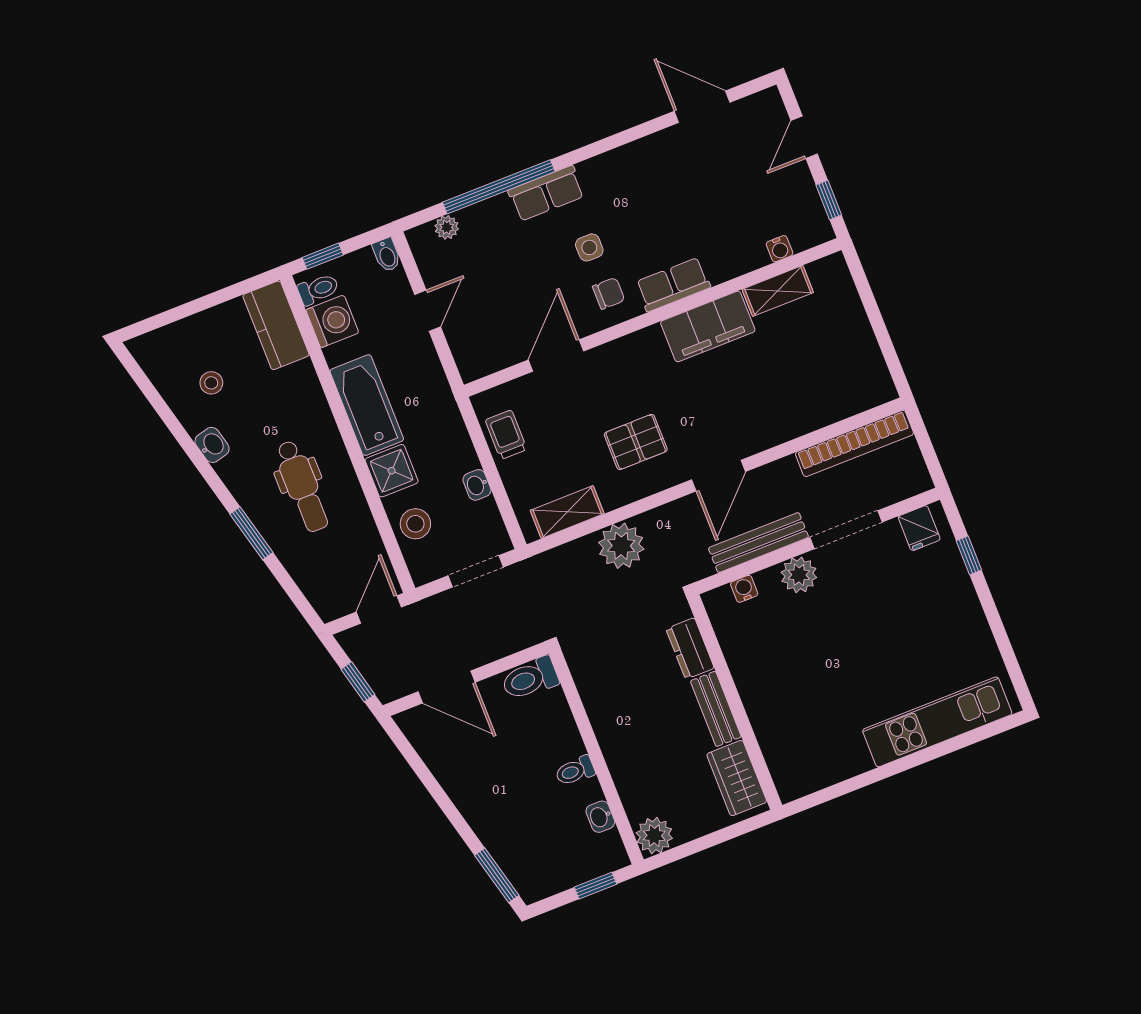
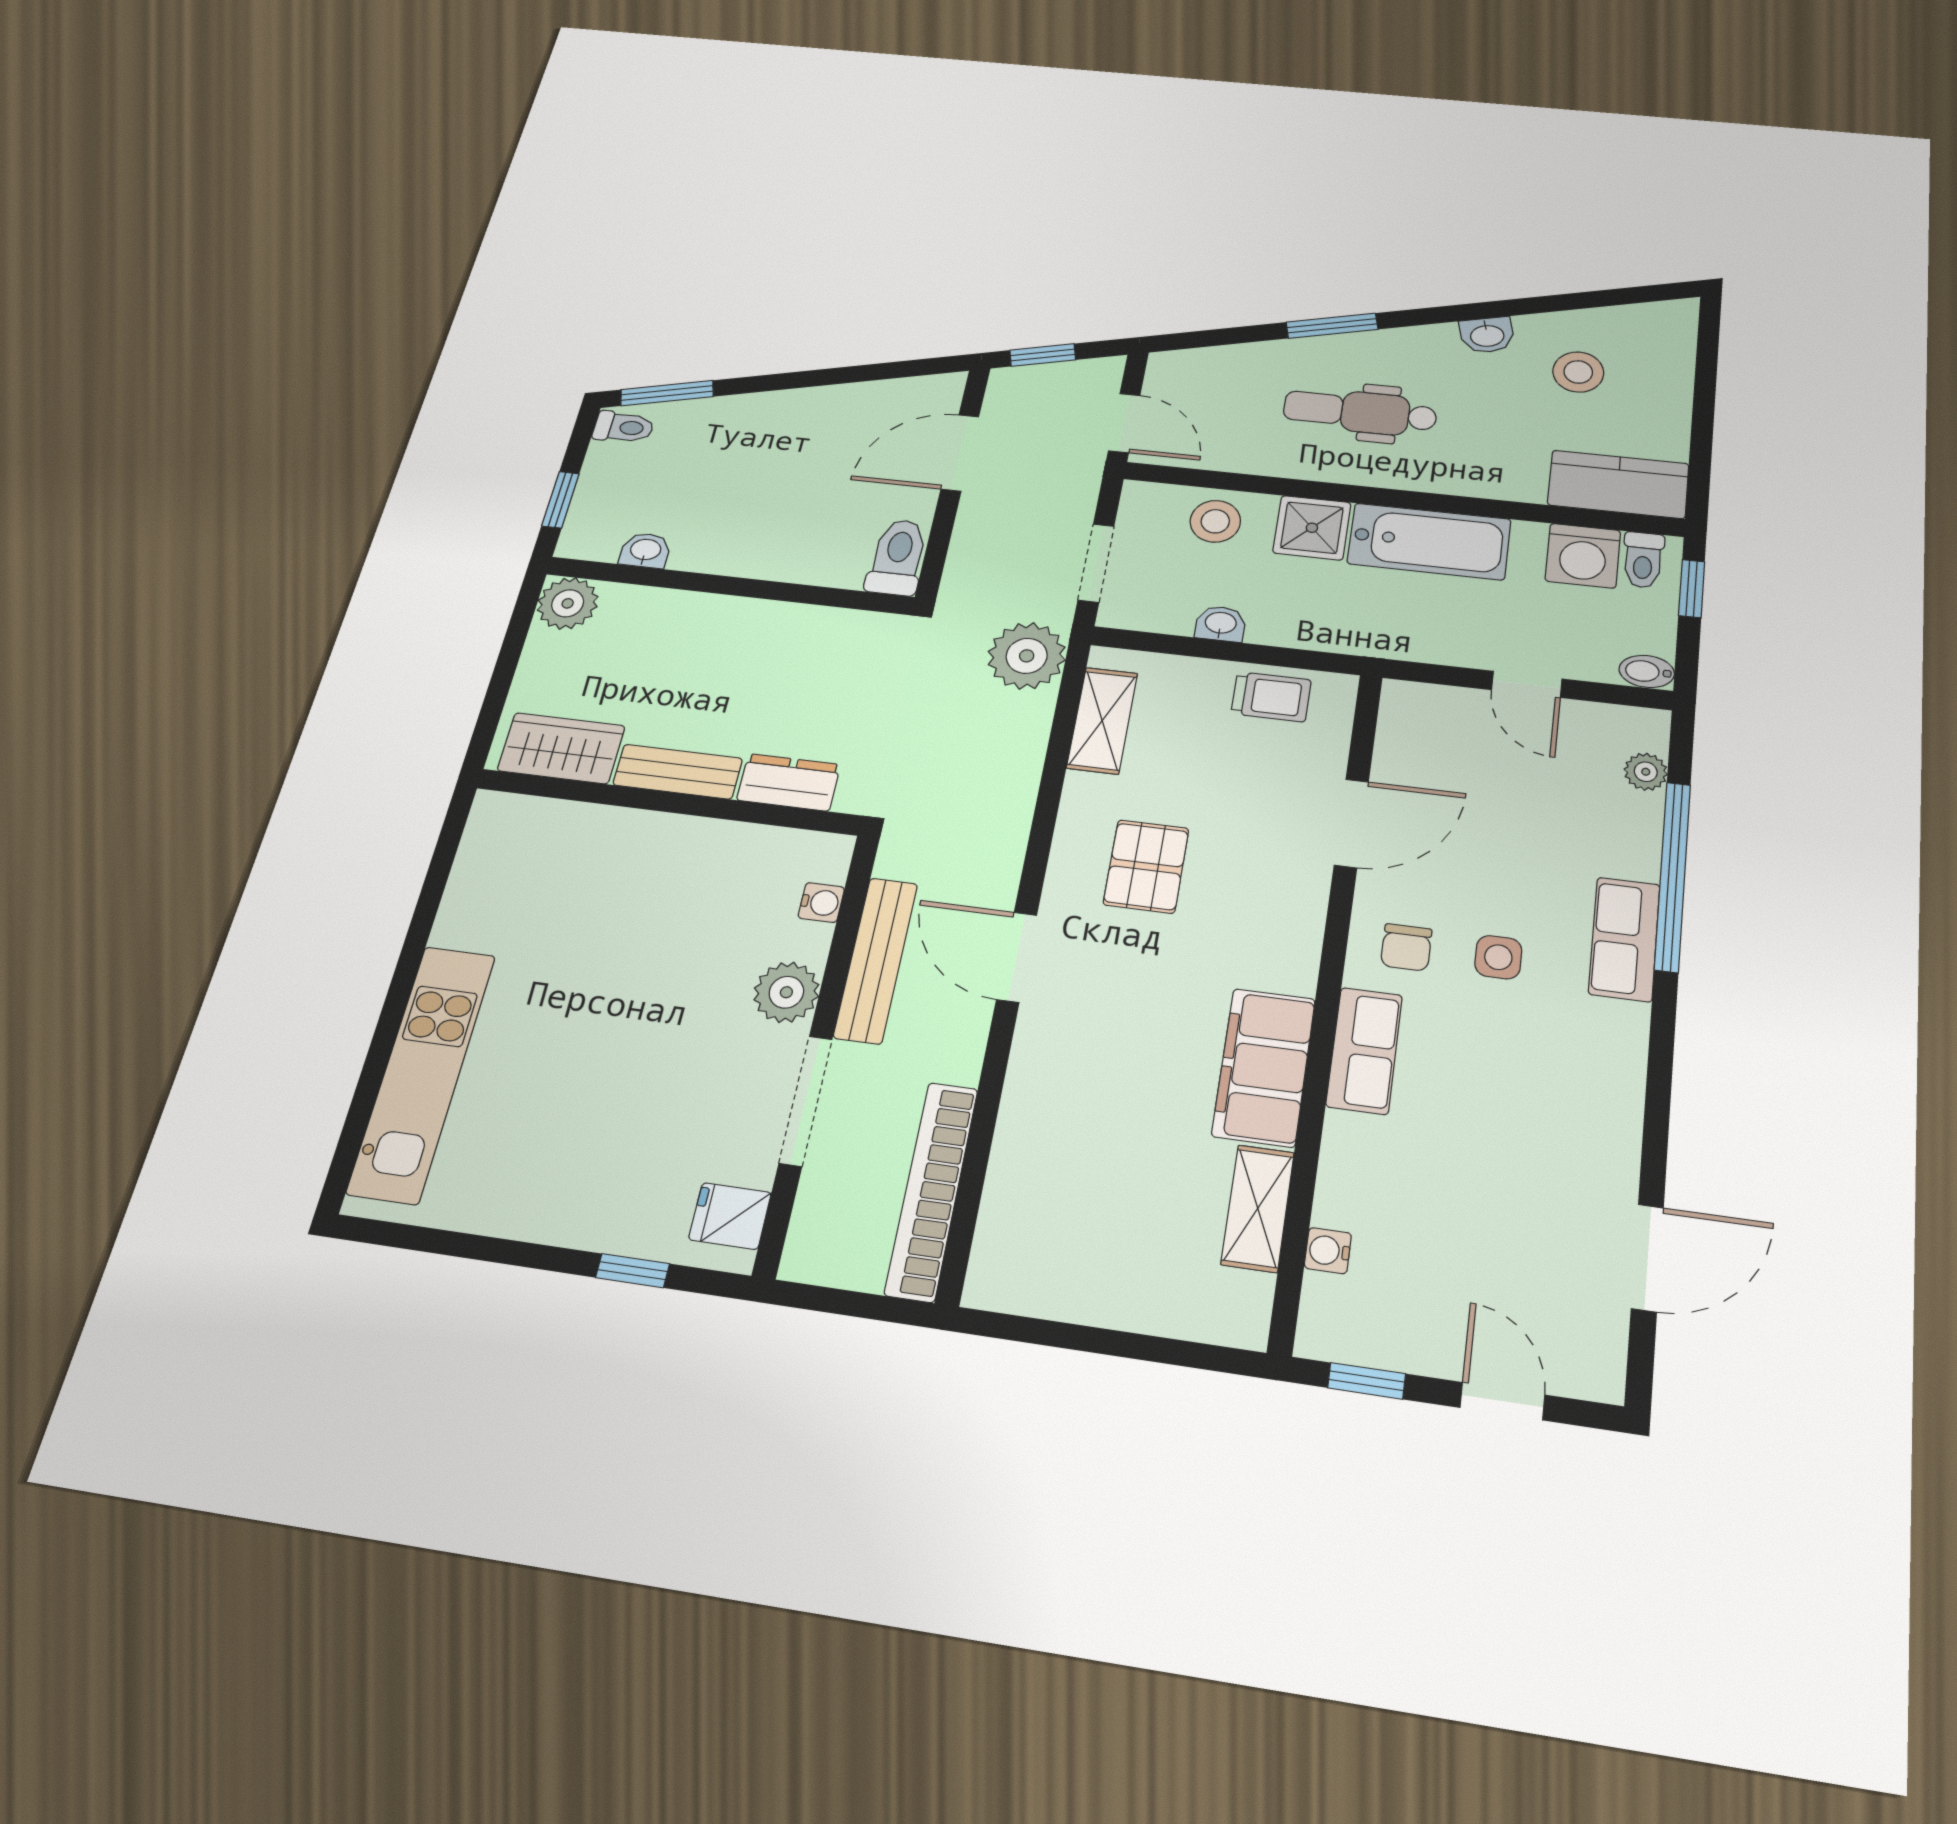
door: (556, 355) -> (1351, 823), hinge flipped
stool: (211, 383) -> (1578, 372), width x1.37, depth x1.37
plant: (621, 546) -> (1027, 656), moved
toilet: (575, 771) -> (624, 427), moved, turned 90

